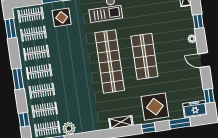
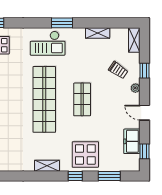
trolley: (174, 24) -> (118, 70), added
shop shelf: (144, 56) -> (82, 99), width x0.70, depth x0.74
freezer: (195, 109) -> (132, 141), moved, turned -90

